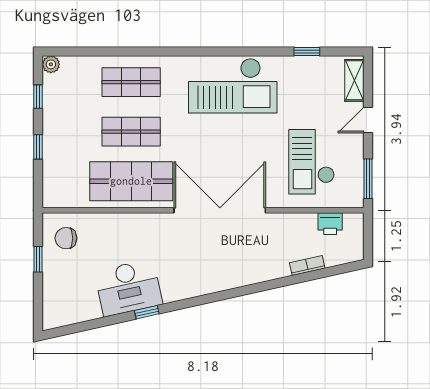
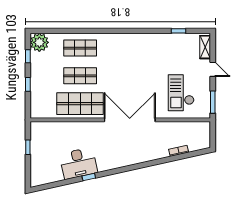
plant: (51, 64) -> (39, 42), width x1.88, depth x1.88
checkout: (233, 86) -> (137, 50), removed
door: (368, 120) -> (213, 69), swing flipped
printer: (330, 224) -> (191, 127), removed
chair: (66, 238) -> (43, 136), removed

